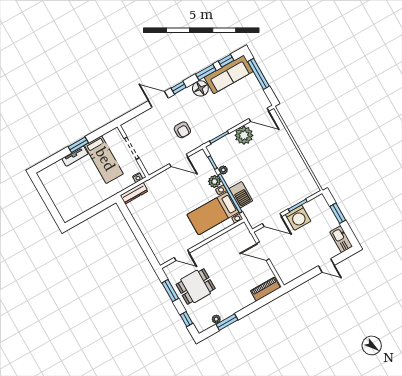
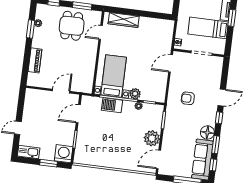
door: (179, 160) -> (171, 63), moved
dresser: (134, 193) -> (169, 32), removed
washing machine: (298, 218) -> (64, 154), moved, turned 90
wardrobe: (155, 243) -> (124, 20), added
piano: (265, 289) -> (35, 60), moved

